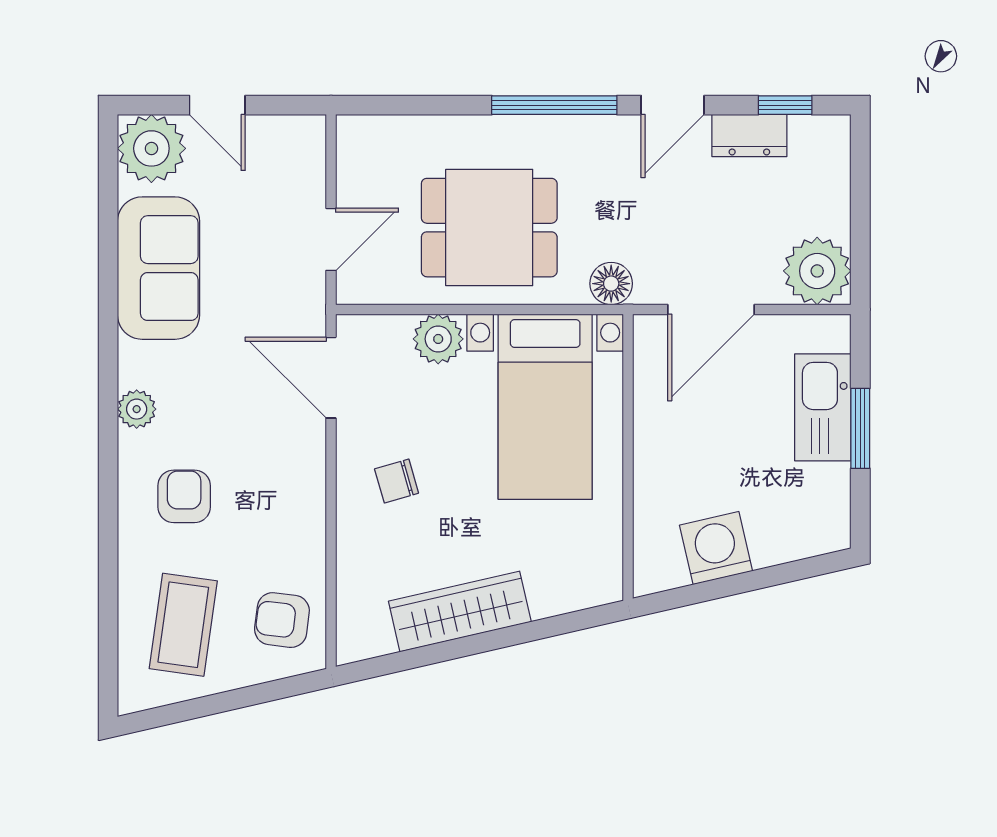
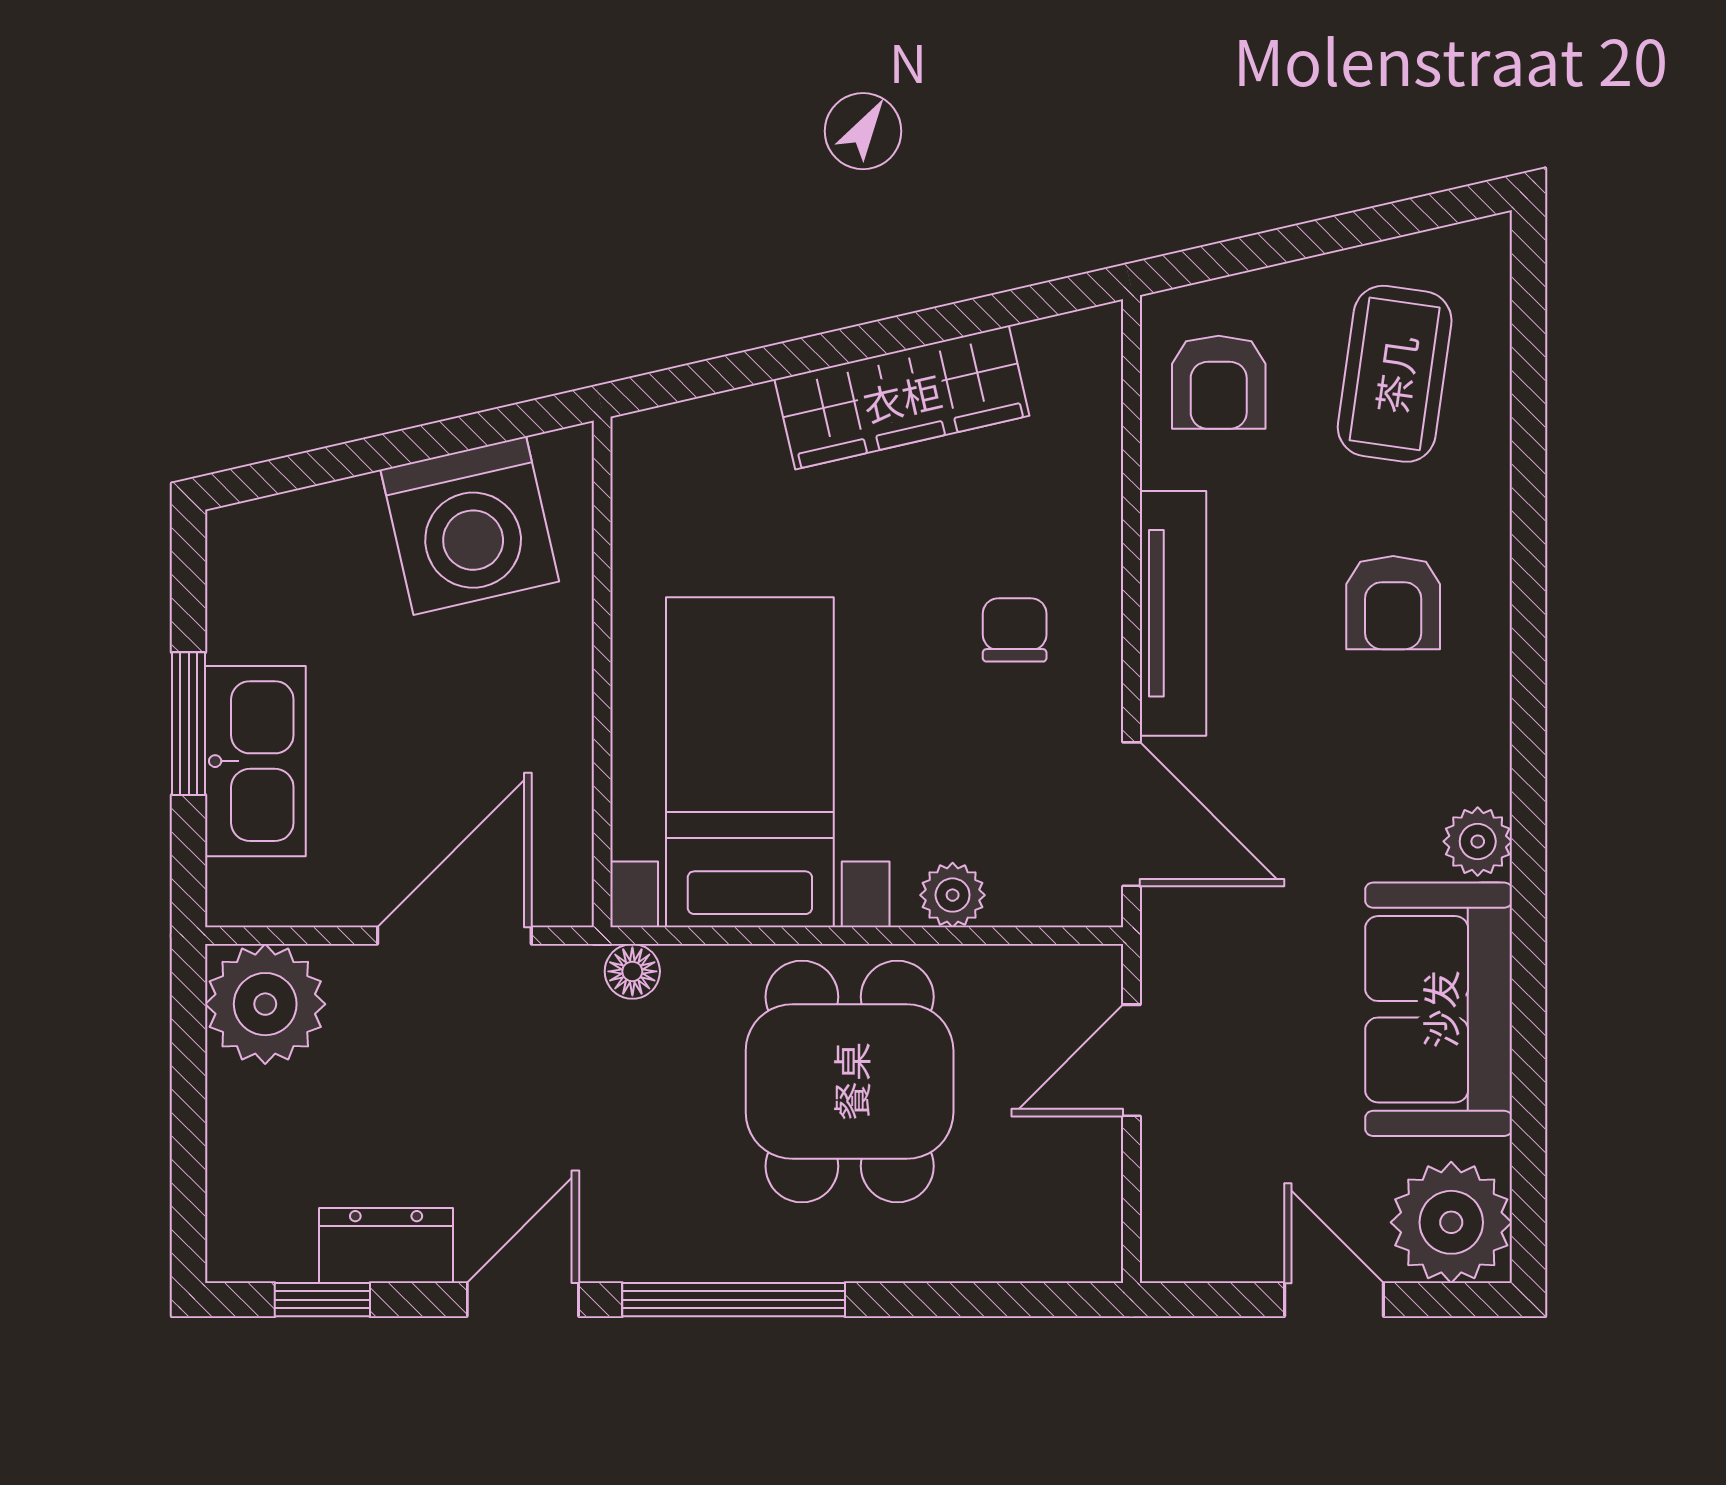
dining table: (489, 228) -> (850, 1081), turned 90
floor lamp: (611, 284) -> (632, 971), width x0.73, depth x0.73
plant: (438, 339) -> (953, 895), width x0.73, depth x0.73
plant: (137, 409) -> (1478, 841), moved
chair: (397, 481) -> (1015, 630), turned -74
tv unit: (308, 490) -> (1173, 613), added
washing machine: (716, 548) -> (470, 526), width x1.37, depth x1.37
armchair: (282, 620) -> (1219, 382), turned 83

